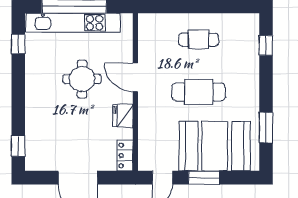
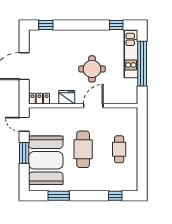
kitchen unit: (73, 23) -> (131, 54), width x0.73

